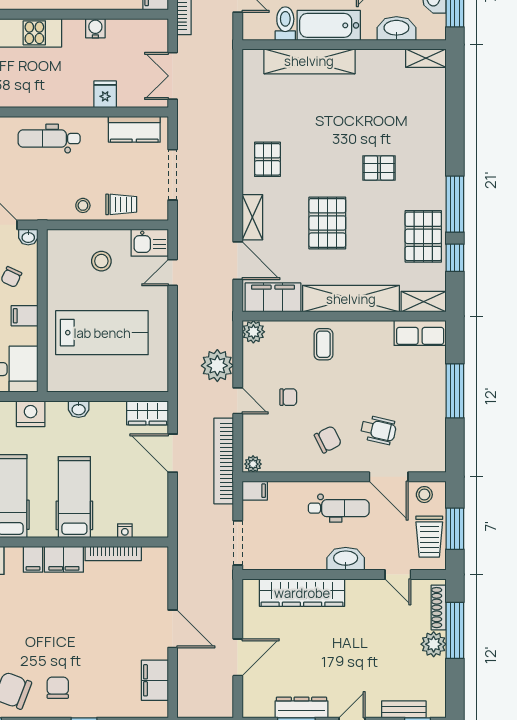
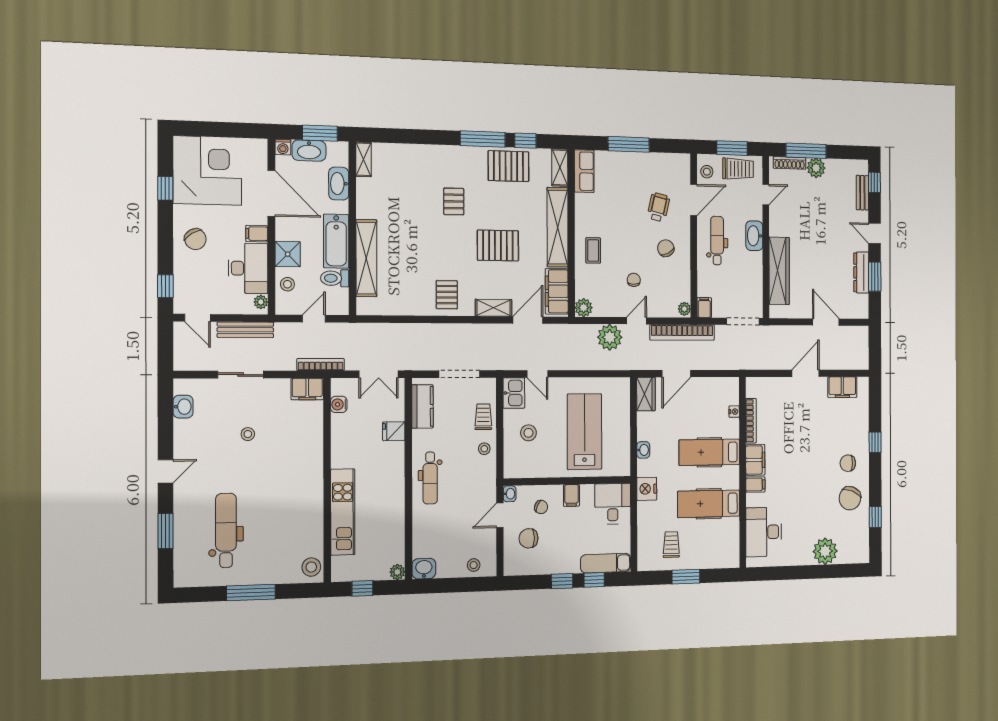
water cooler: (95, 28) -> (339, 404), moved
pallet: (267, 159) -> (447, 295), turned 90
coffee table: (323, 344) -> (593, 250), turned 90

